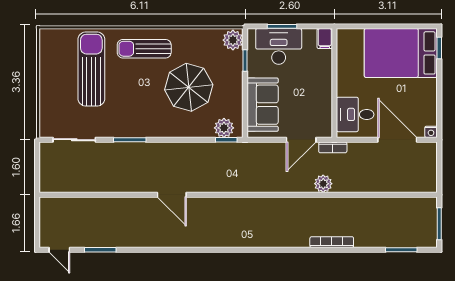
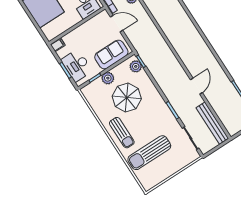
plant: (233, 40) -> (108, 78), moved
bench: (76, 184) -> (212, 123), added
door: (172, 195) -> (196, 86), moved

